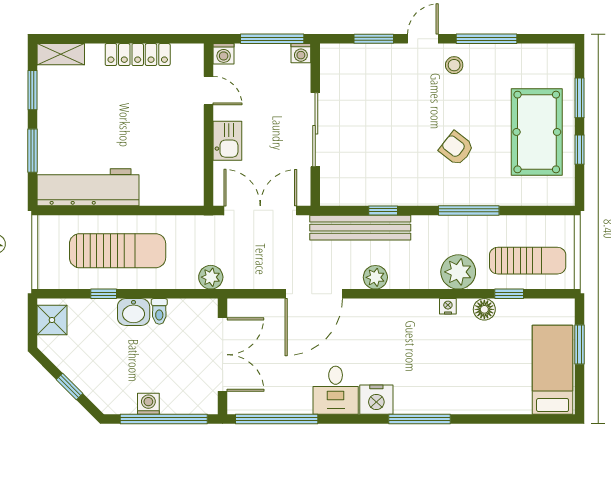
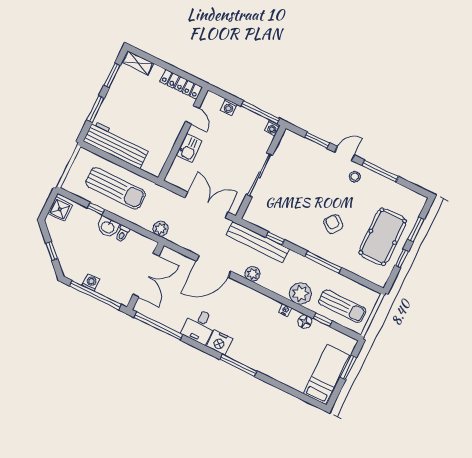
door: (209, 91) -> (192, 115), moved
wall: (209, 125) -> (183, 134), moved
kitchen sink: (227, 141) -> (189, 148), moved

